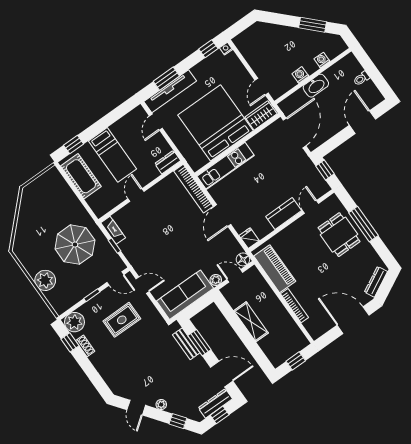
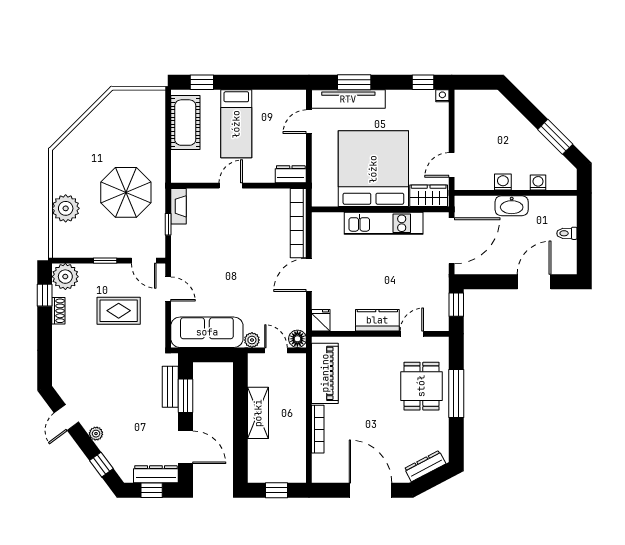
kitchen unit: (226, 166) -> (384, 223), moved

